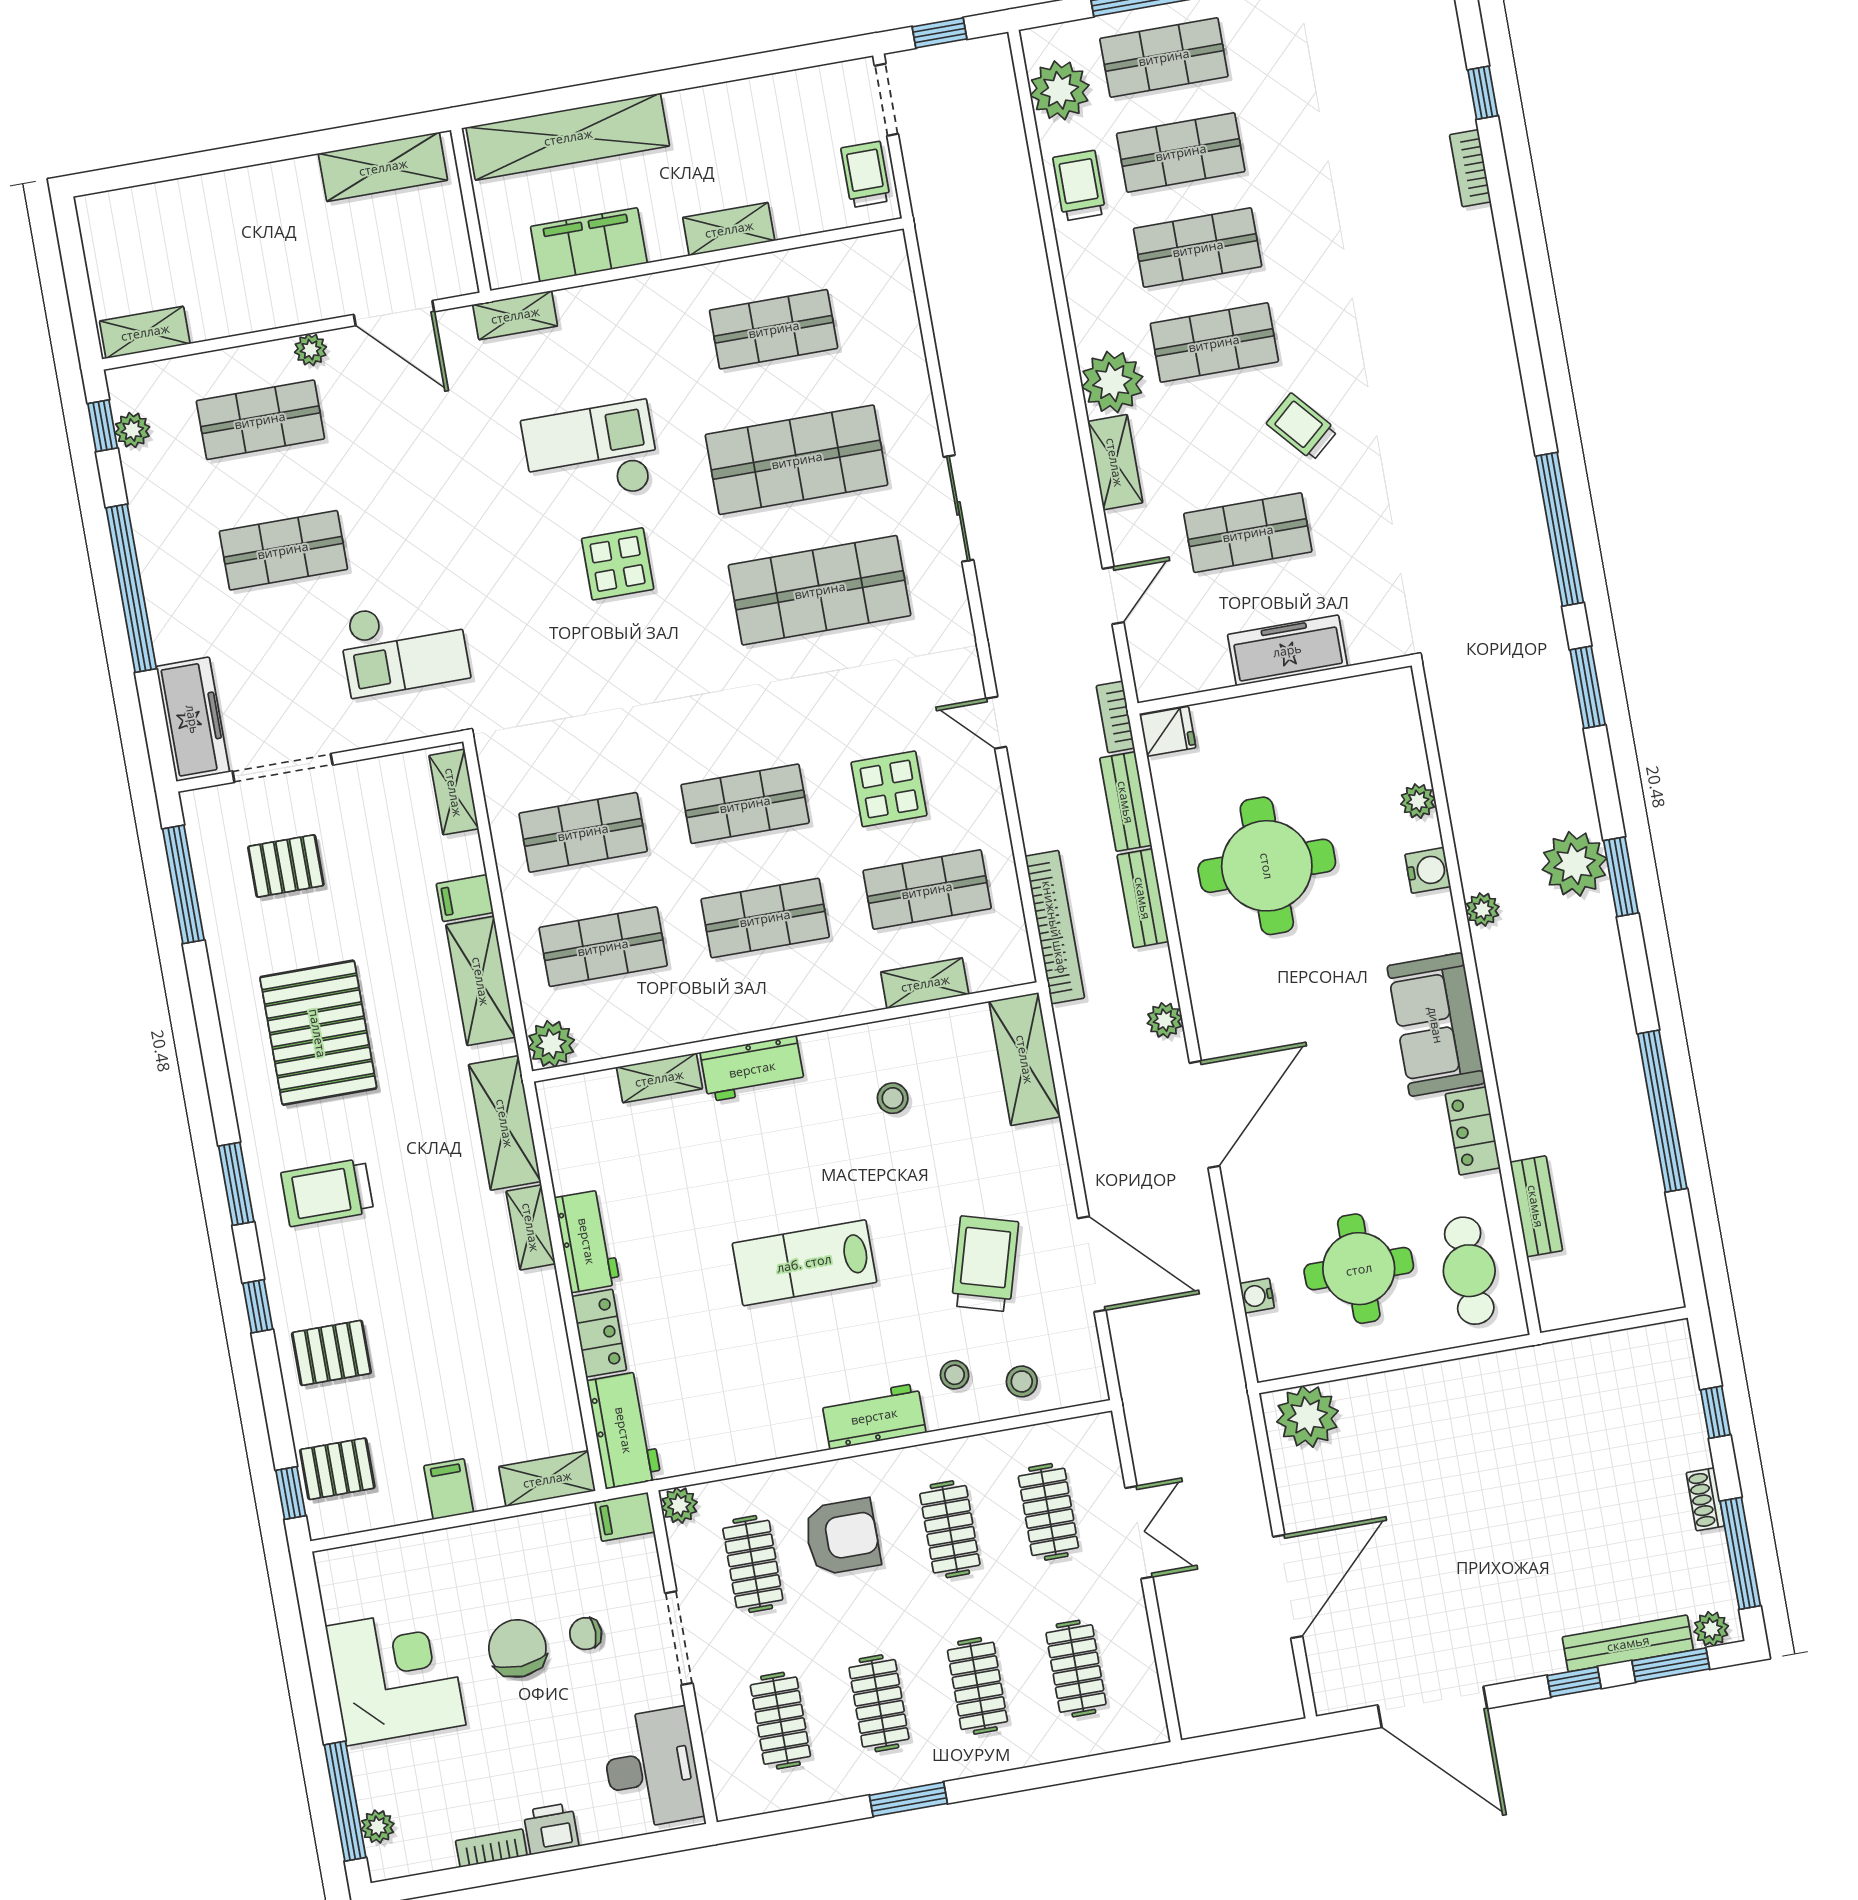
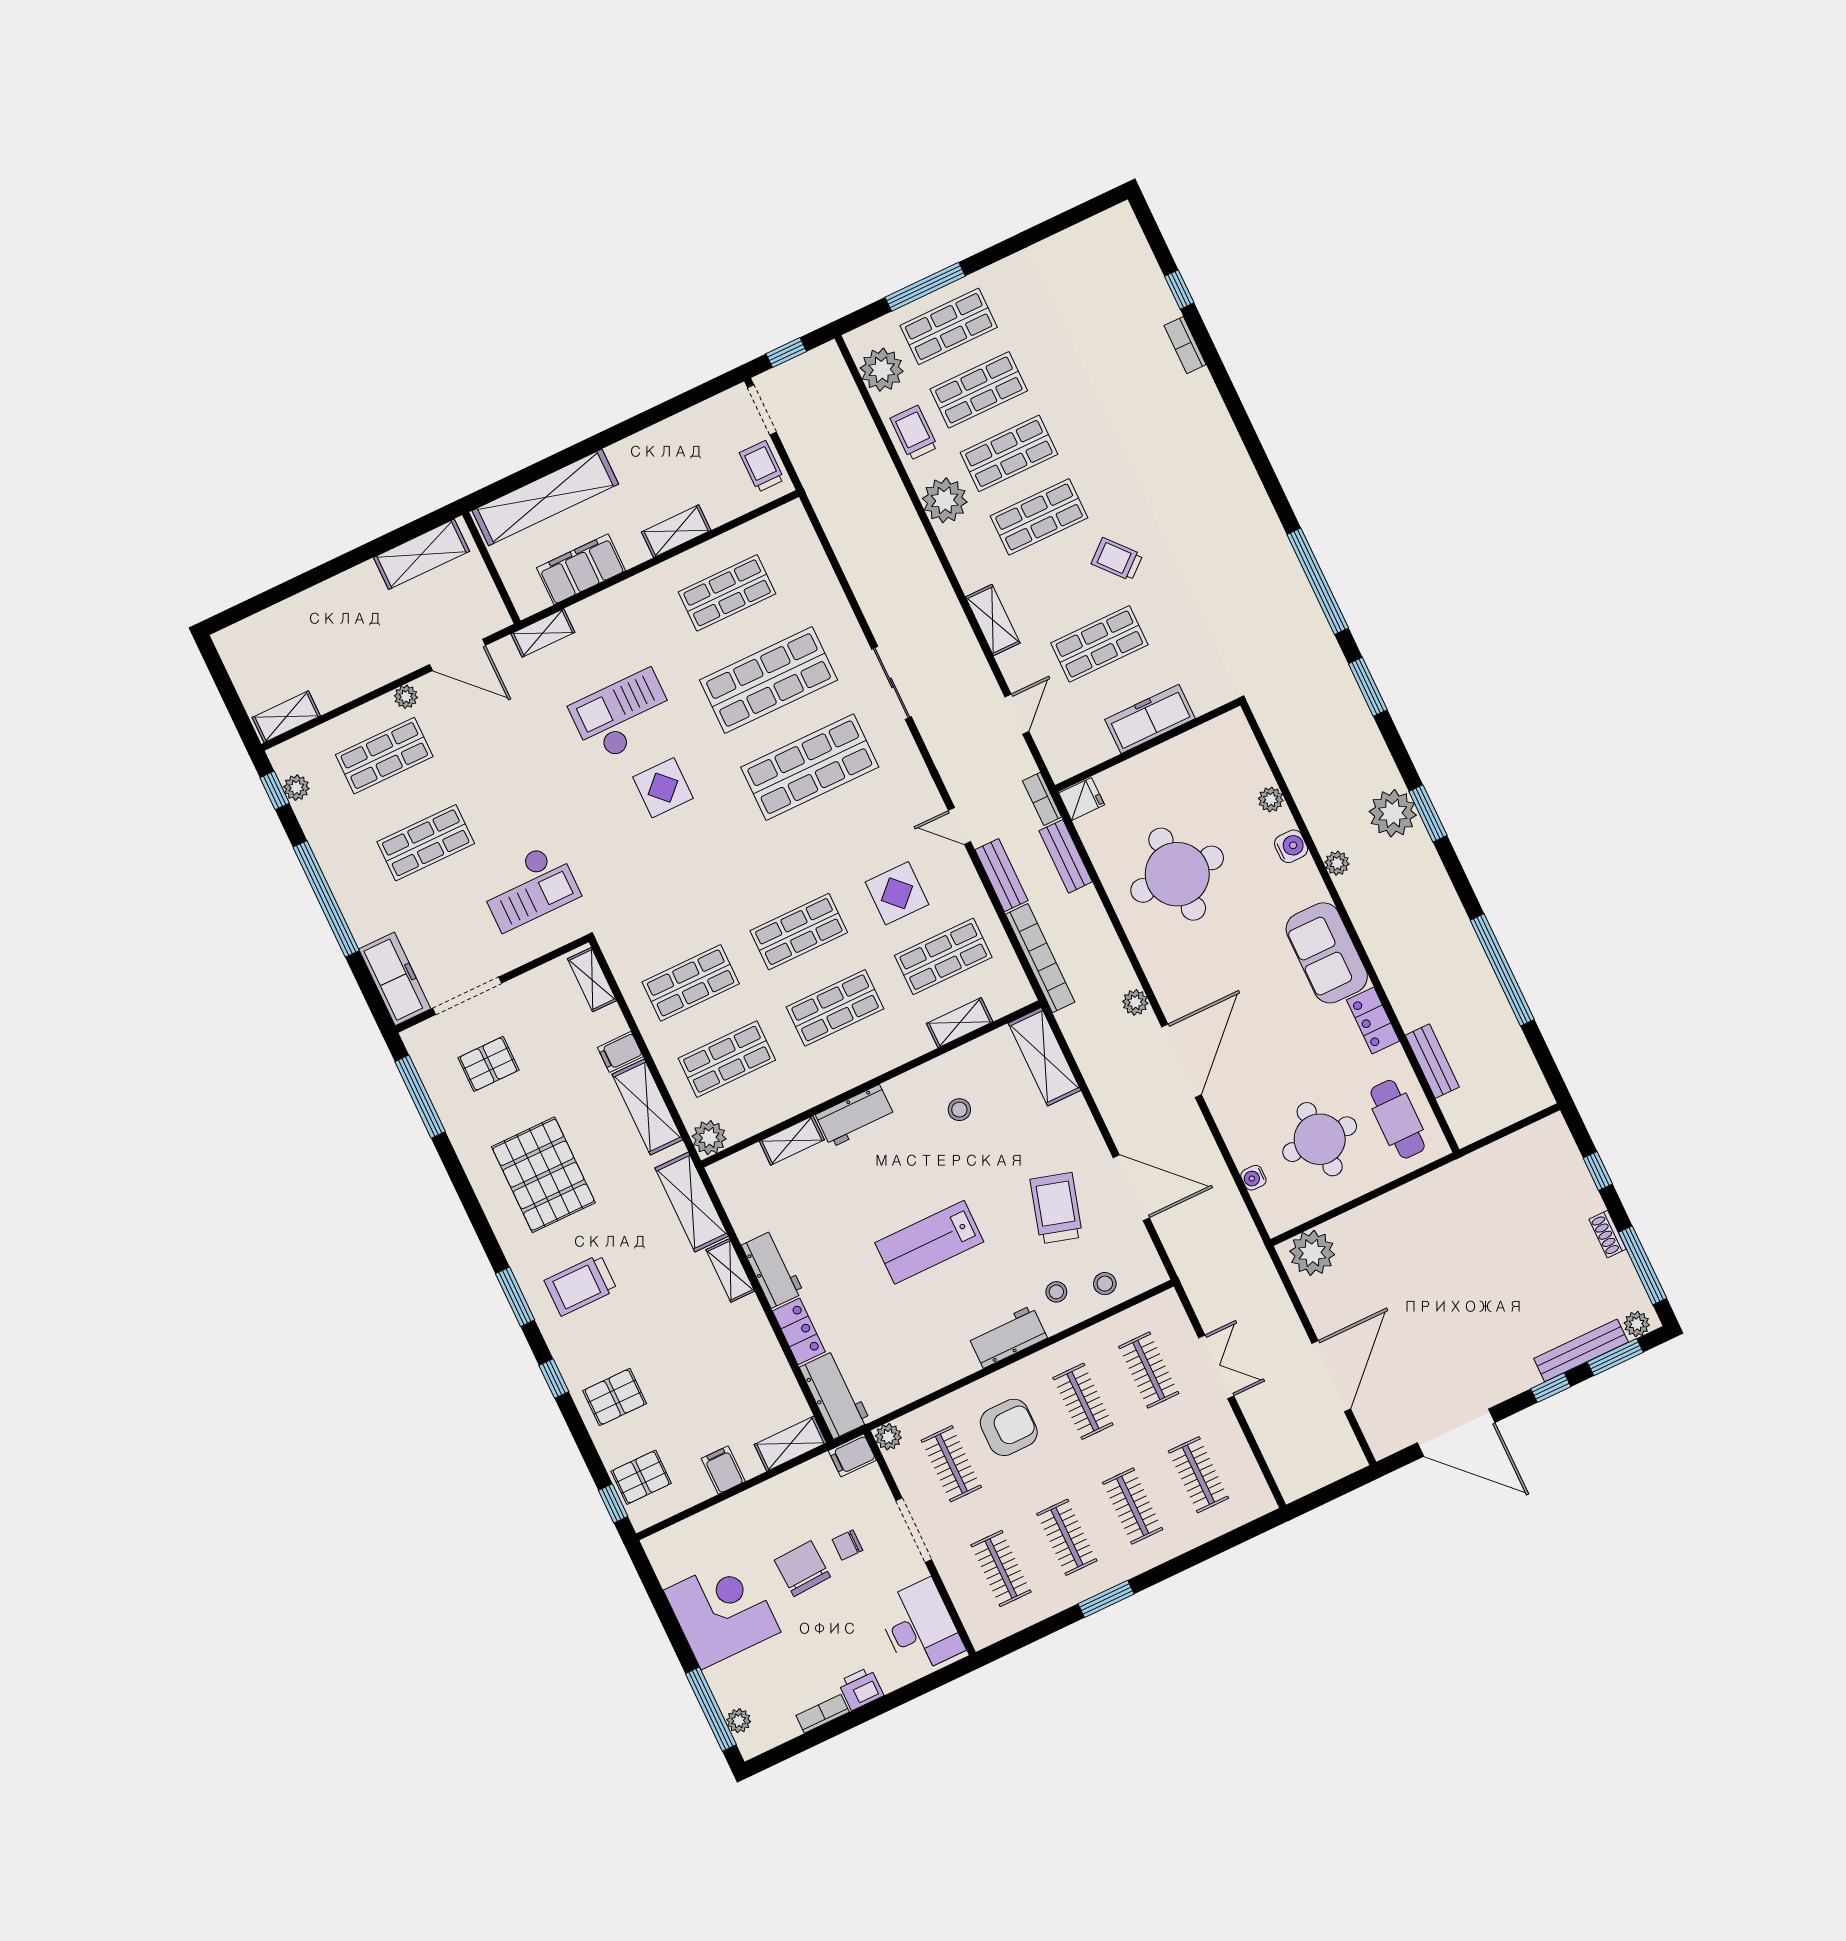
plant: (1112, 382) -> (945, 500), moved
bench: (1143, 898) -> (1002, 875), moved

